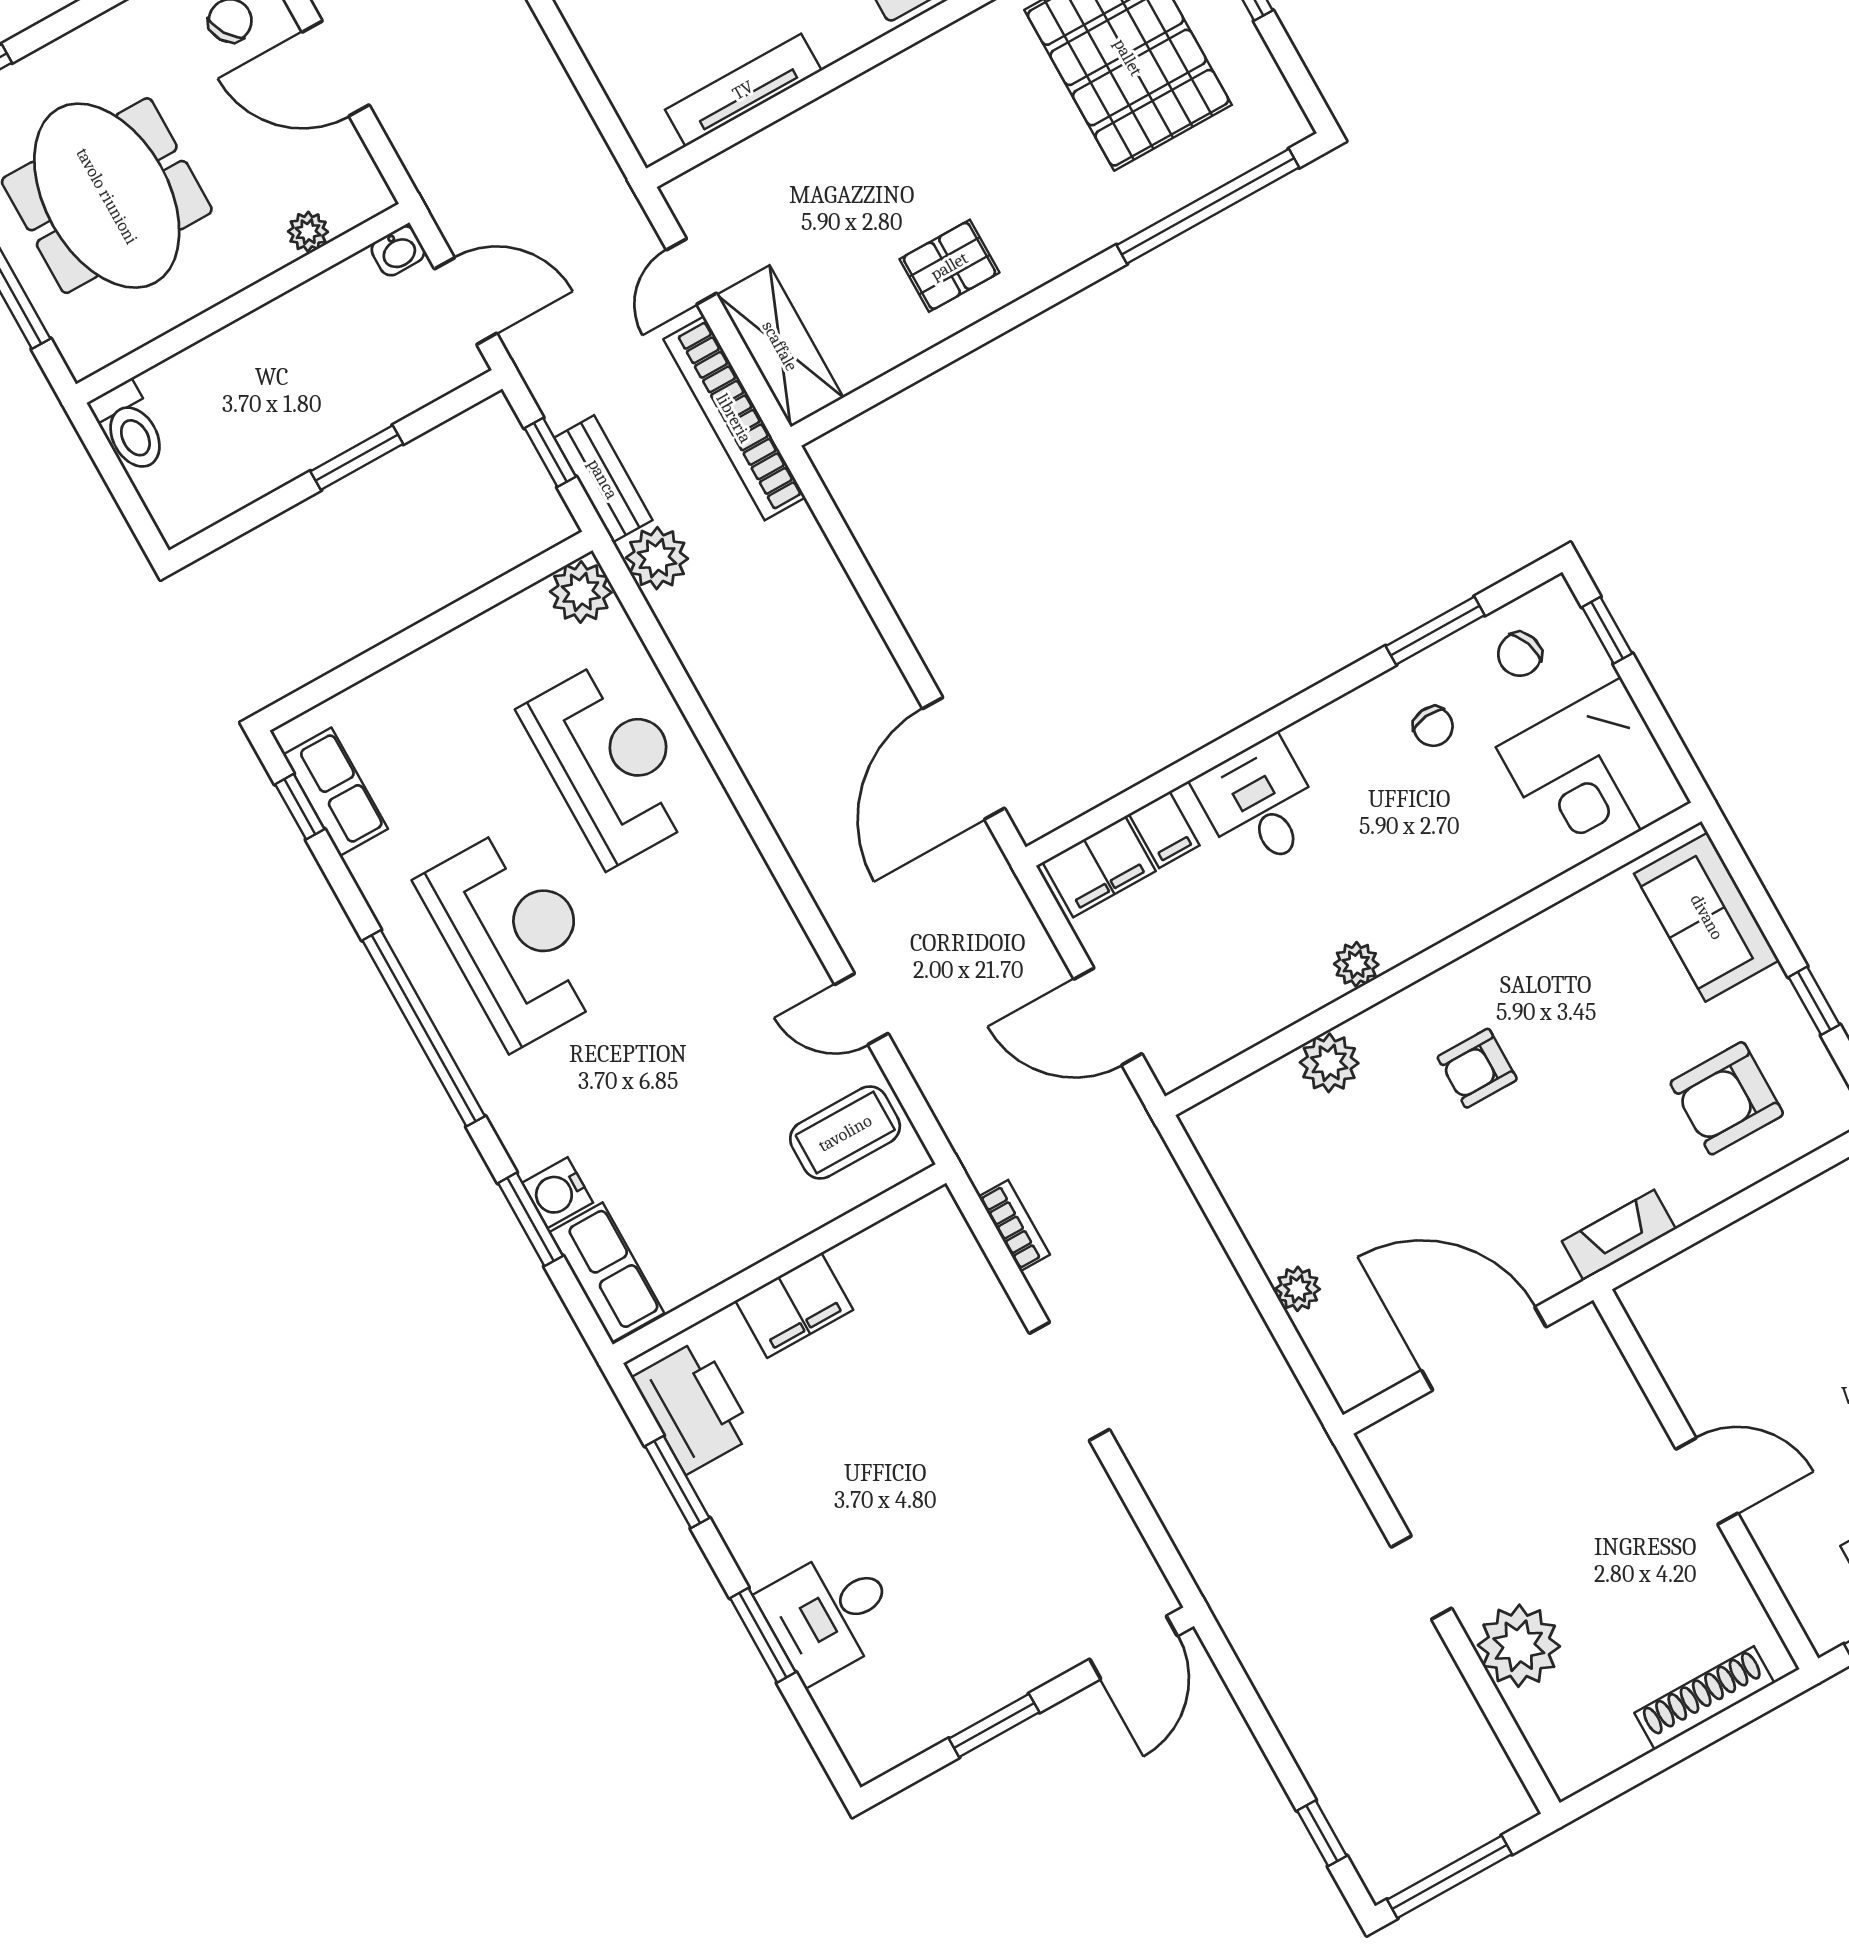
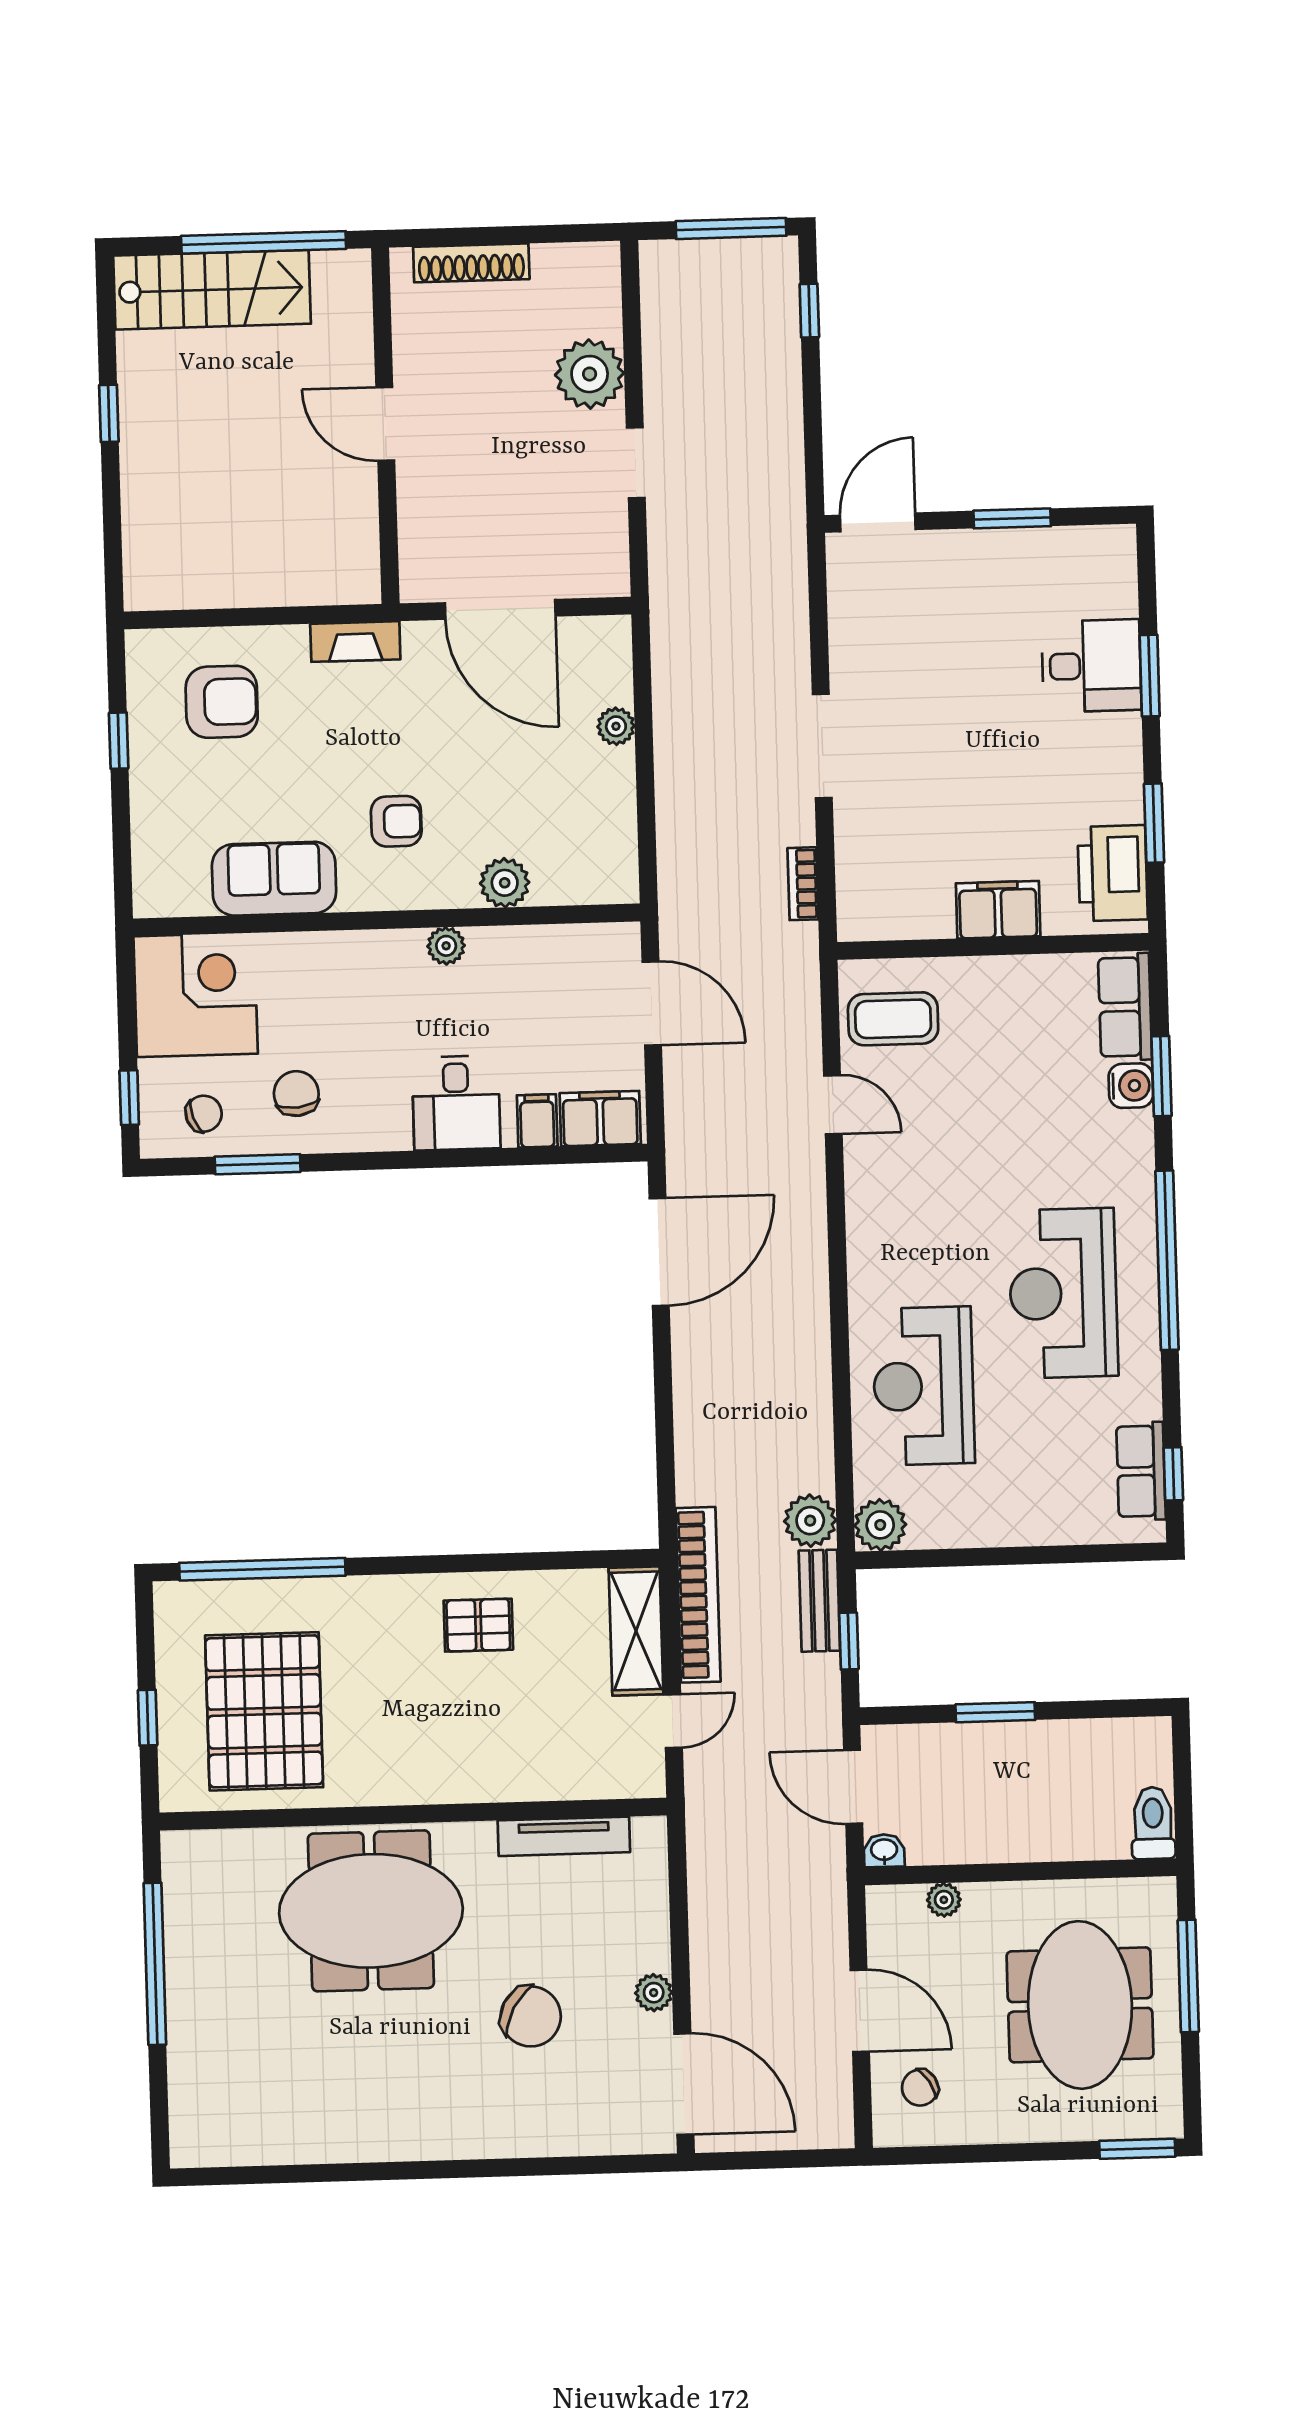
chair: (1433, 726) -> (296, 1094), width x1.37, depth x1.37
sofa: (1707, 917) -> (274, 879), moved, turned -90

